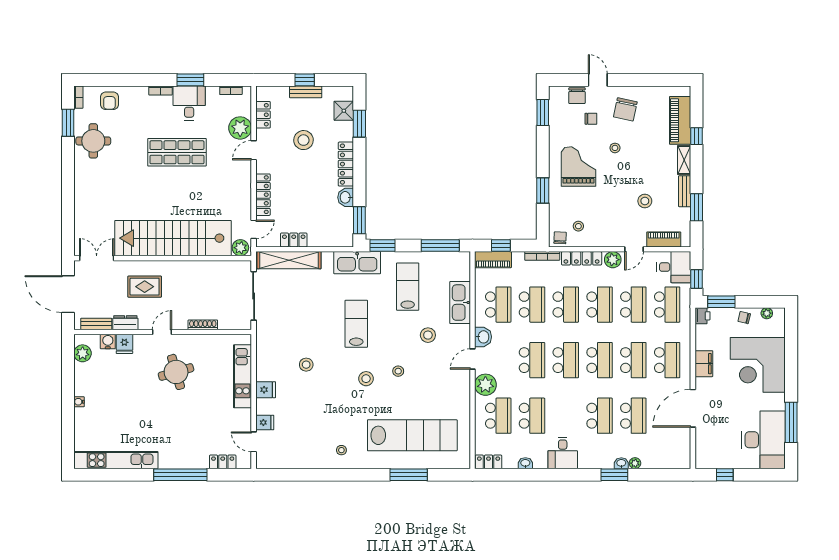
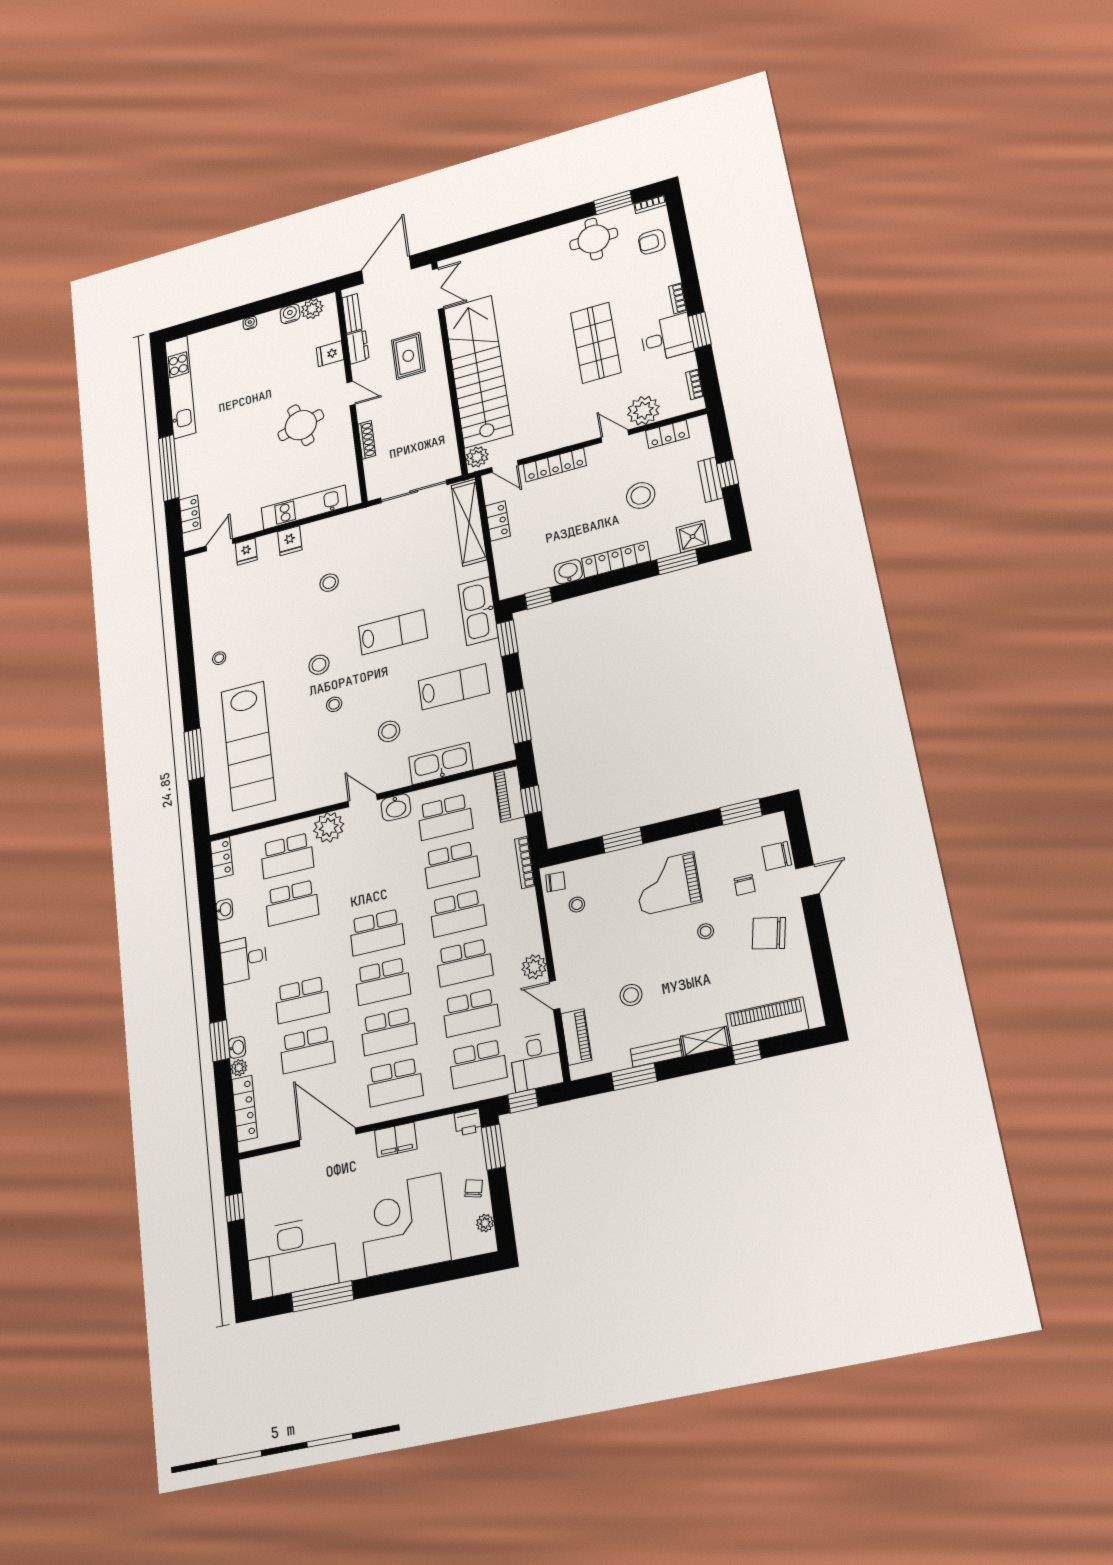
grand piano: (578, 166) -> (668, 884), turned 180
window: (359, 220) -> (538, 598), width x0.67
locker: (582, 258) -> (245, 1108), moved, turned 180
water cooler: (108, 342) -> (290, 314), moved, turned -90
school desk: (532, 360) -> (371, 884), removed

